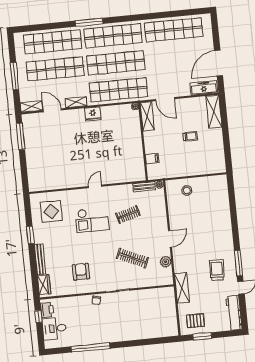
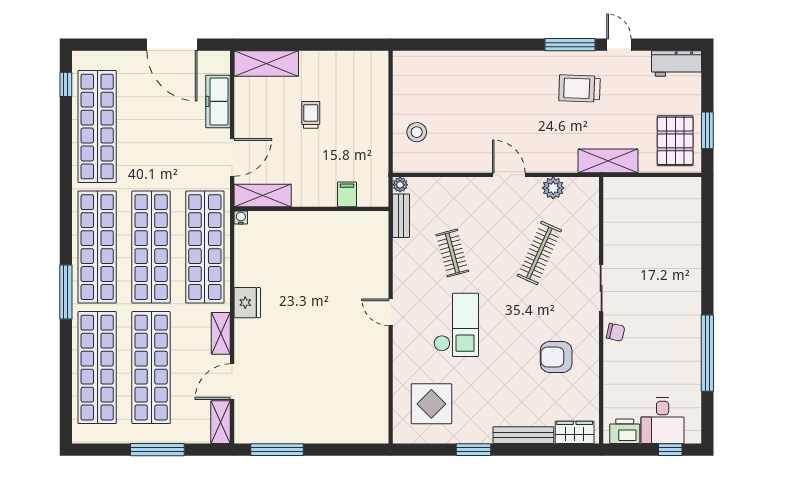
window: (193, 12) -> (66, 84), added
freezer: (204, 88) -> (218, 101), moved
workbench: (234, 313) -> (676, 63), width x0.73
window: (38, 317) -> (670, 450), moved
pallet: (195, 321) -> (675, 141), width x1.50, depth x1.42

